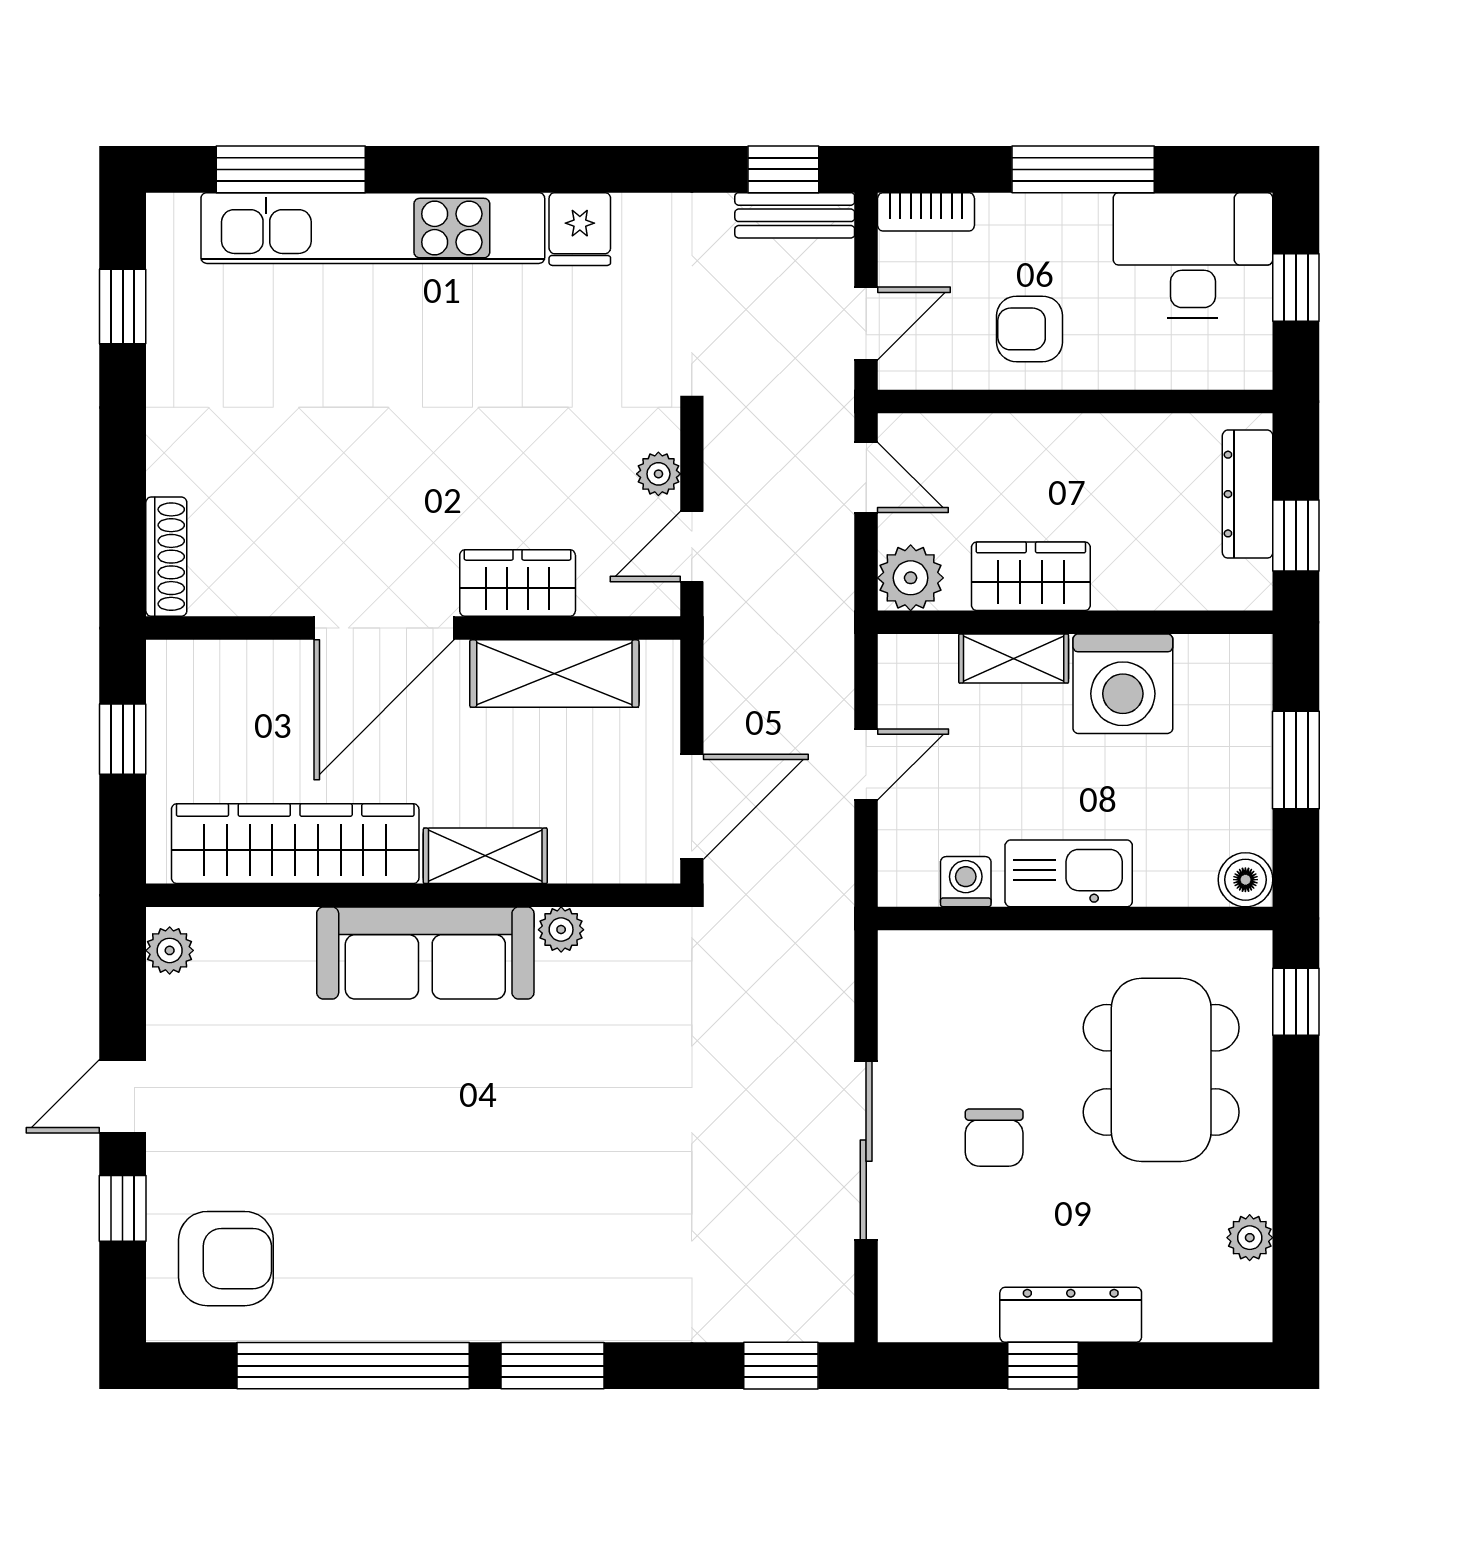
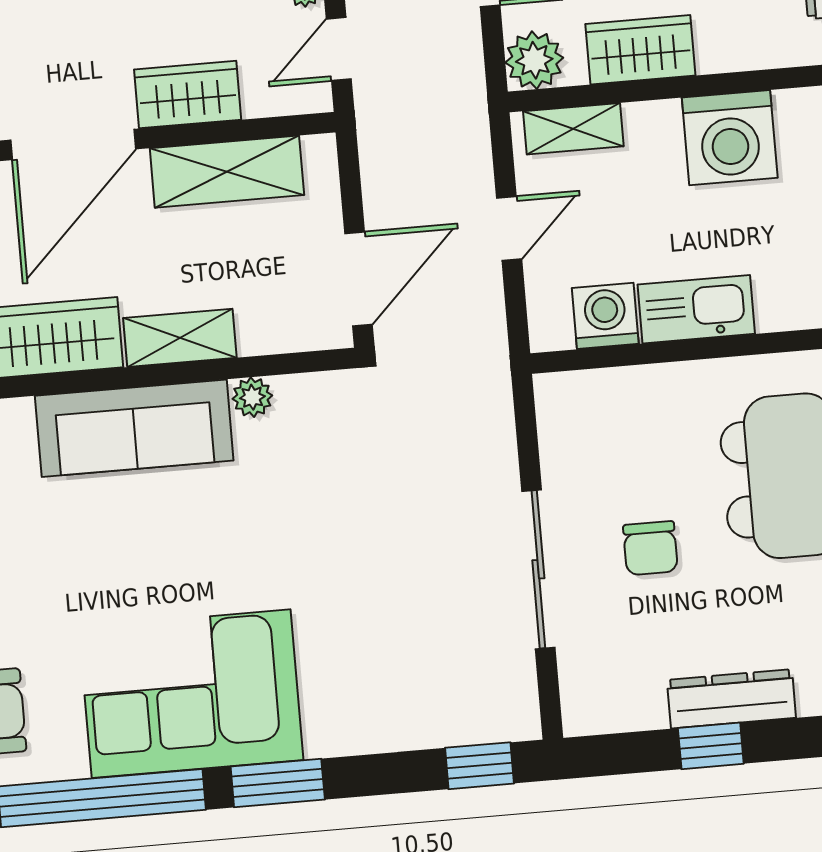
shelving: (1014, 659) -> (573, 129), moved
washing machine: (966, 882) -> (605, 316), width x1.38, depth x1.38
corner sofa: (464, 1257) -> (191, 694), added

